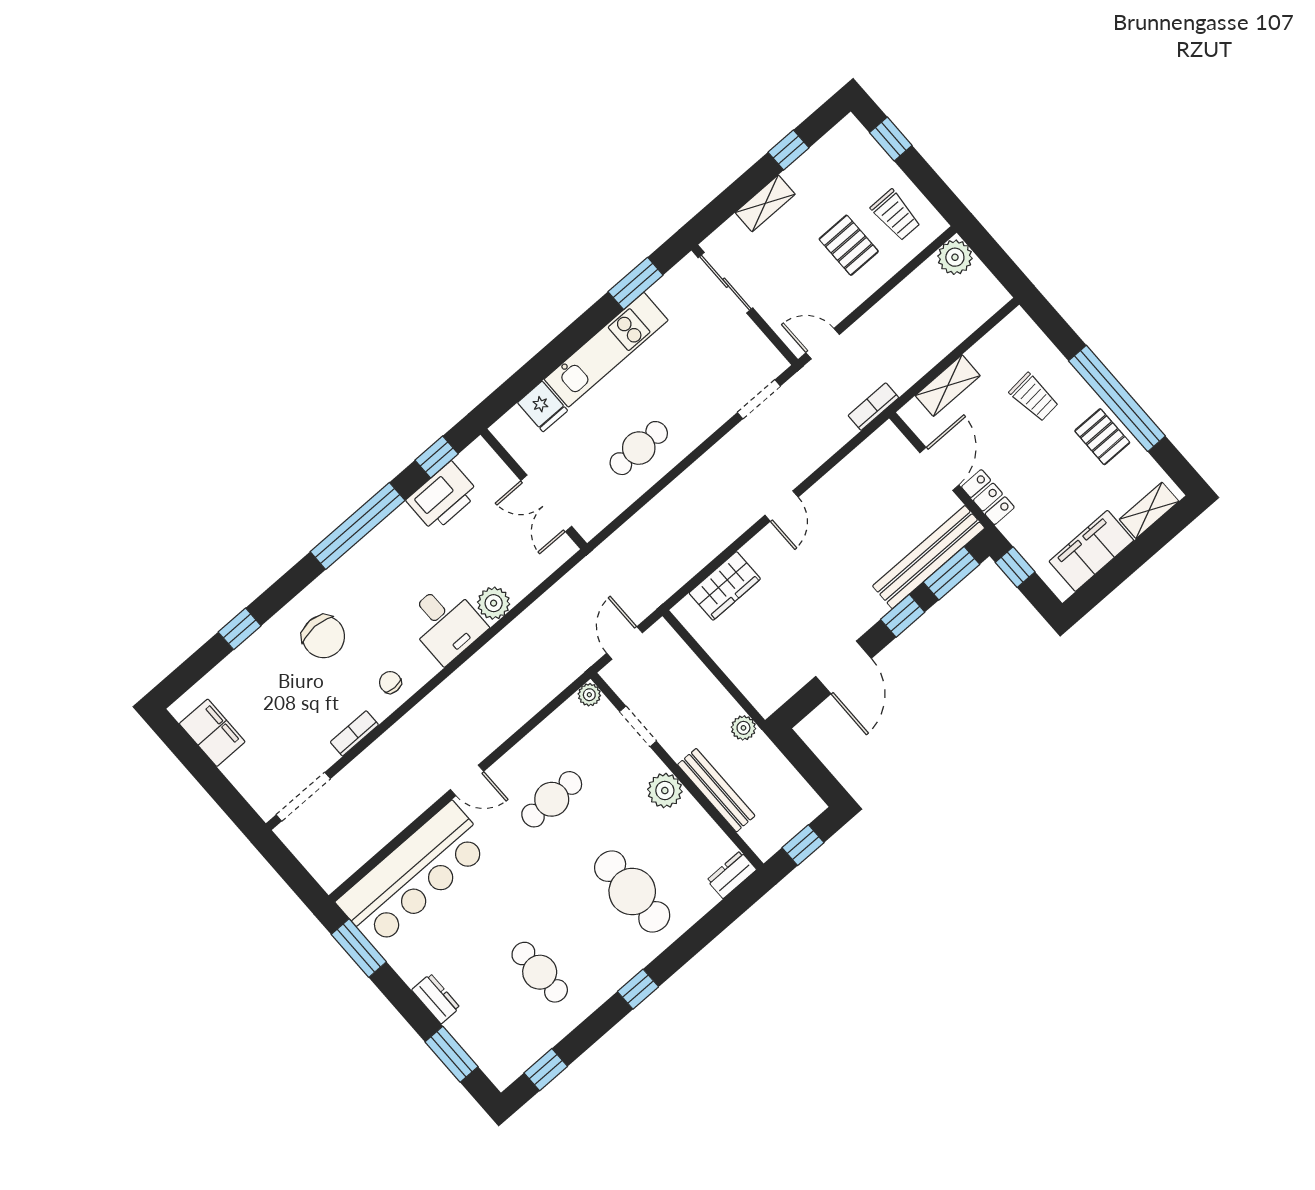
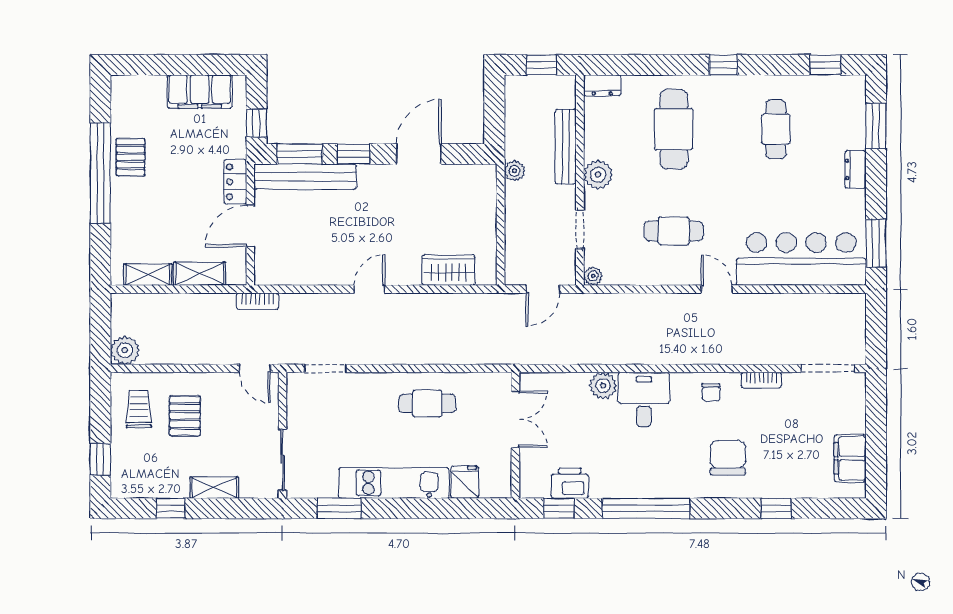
trolley: (1034, 397) -> (152, 219), removed
printer: (443, 497) -> (570, 483), width x0.73, depth x0.84
shelving: (1149, 510) -> (148, 275), moved

